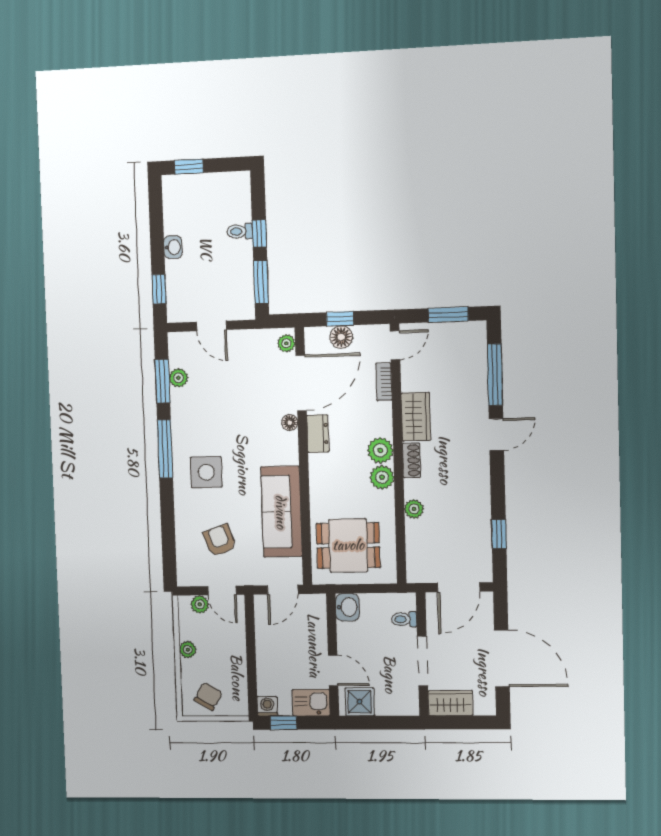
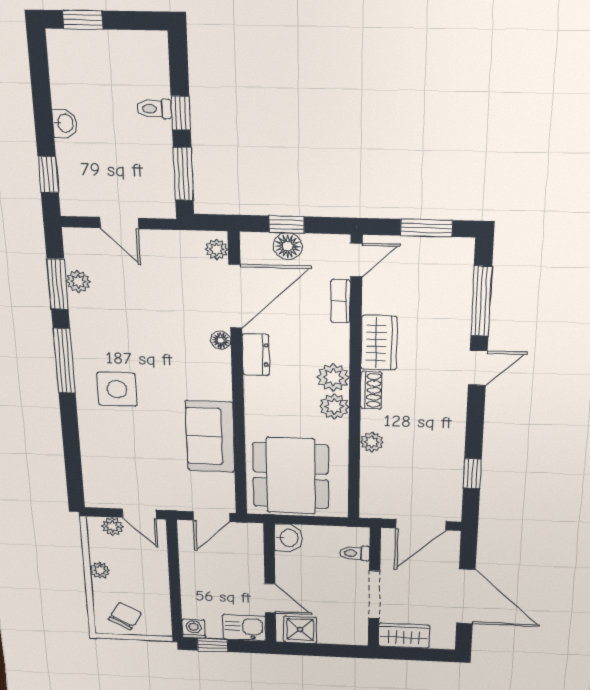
sofa: (281, 512) -> (210, 436), width x0.73
armchair: (220, 540) -> (135, 462), removed
dining table: (348, 545) -> (291, 476), width x1.37

